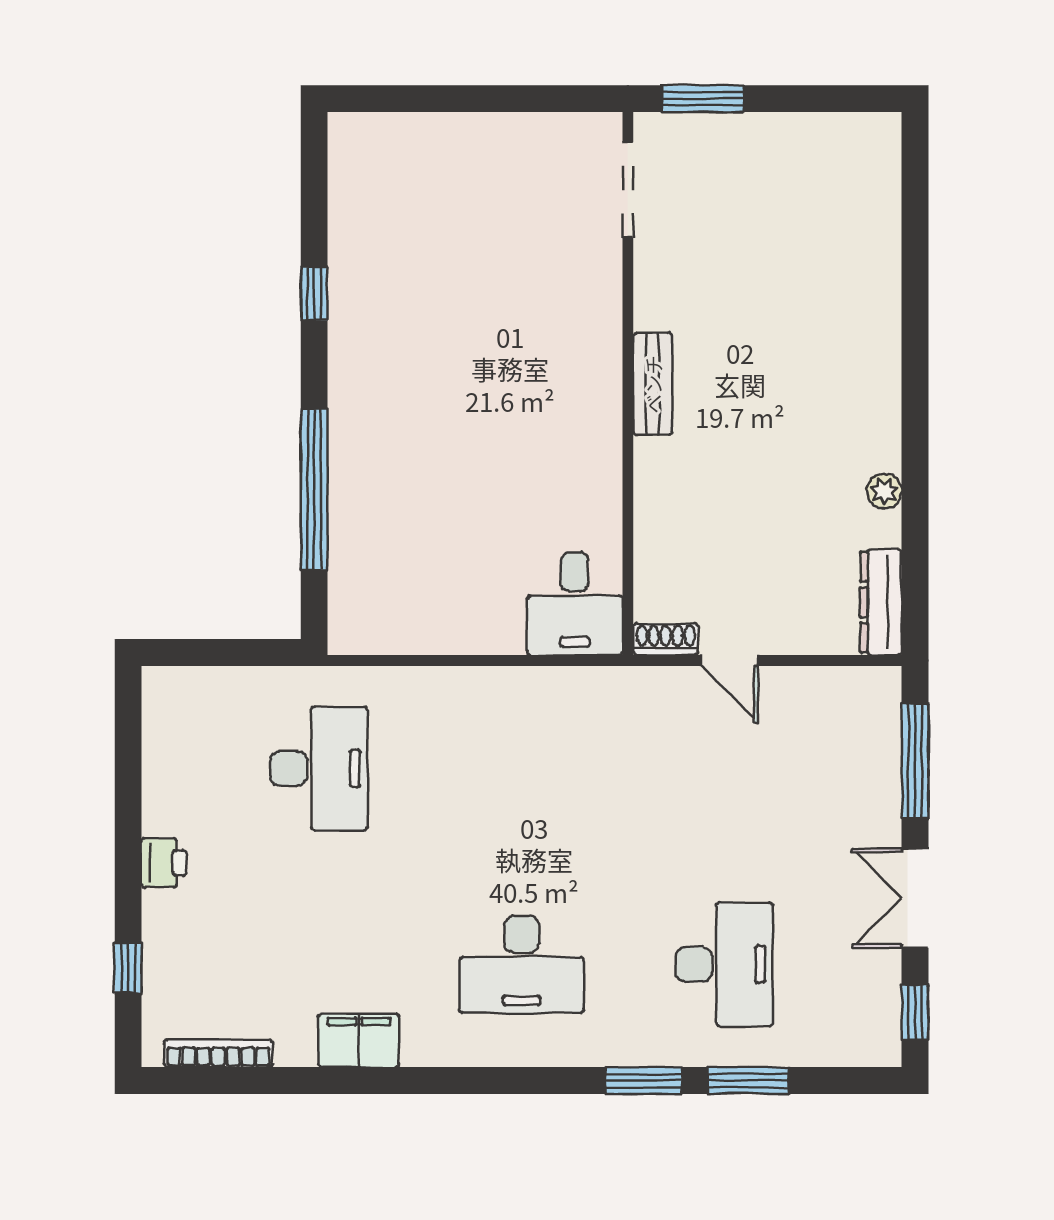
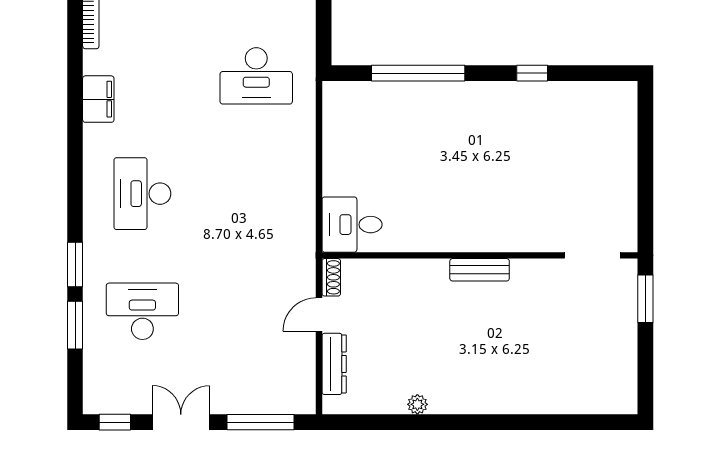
dresser: (881, 602) -> (334, 364), moved, turned 90
desk: (724, 964) -> (142, 311), turned 180

